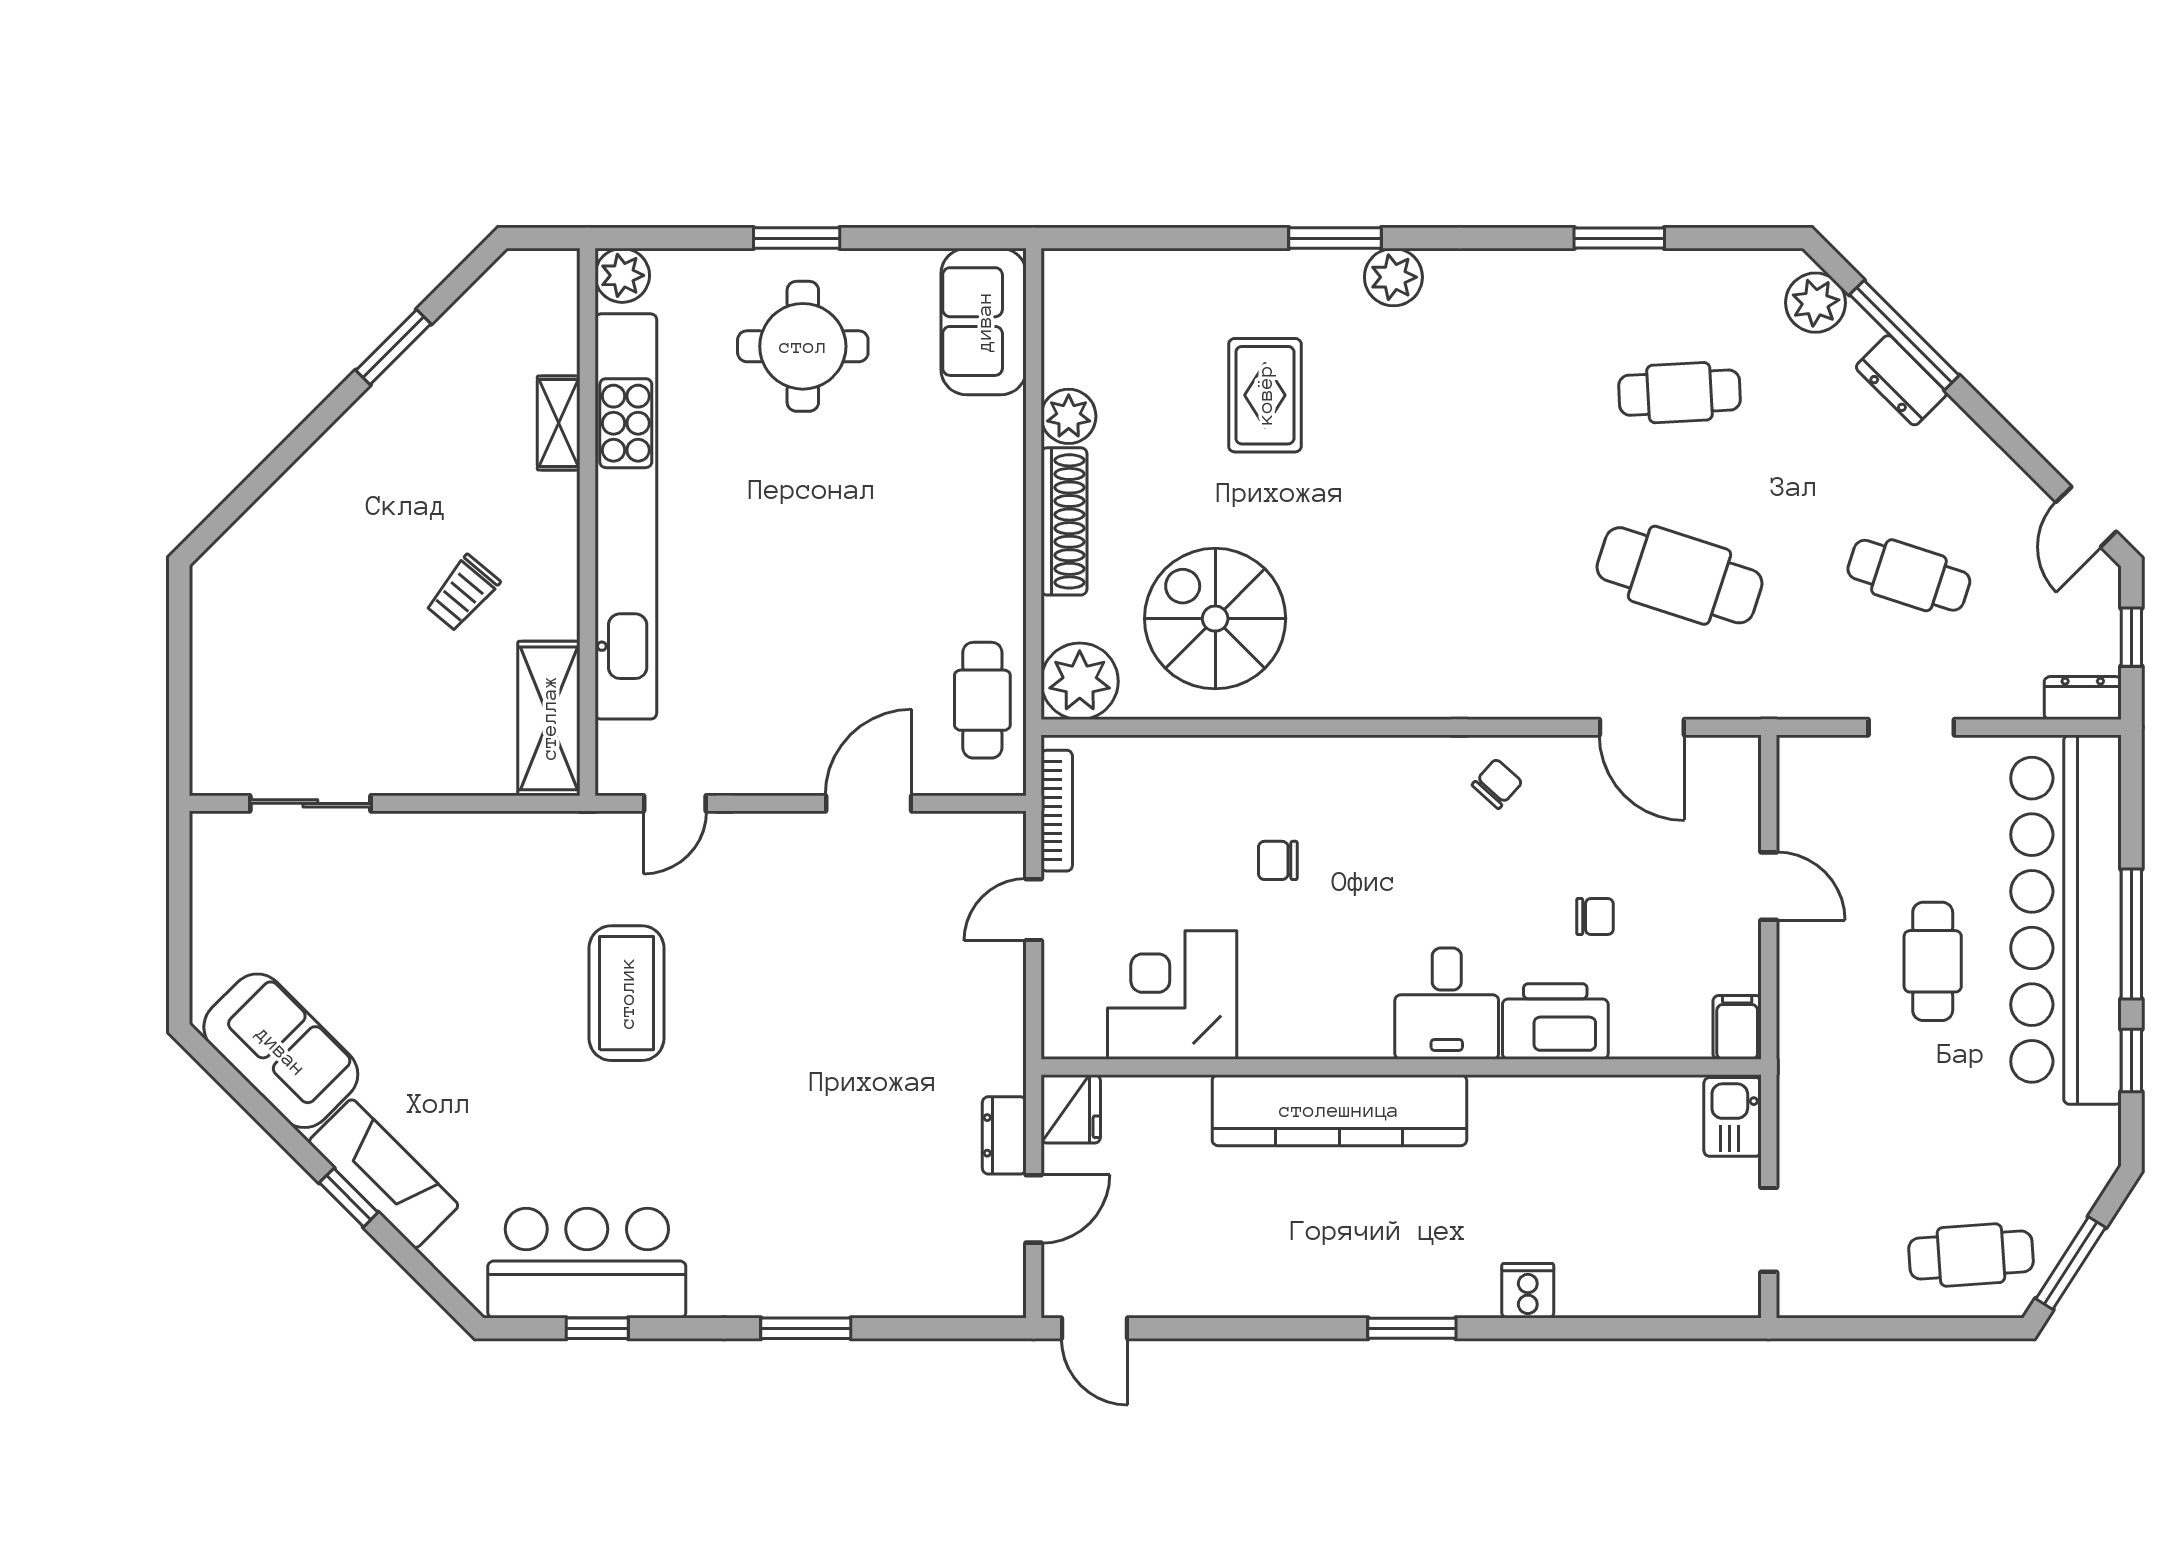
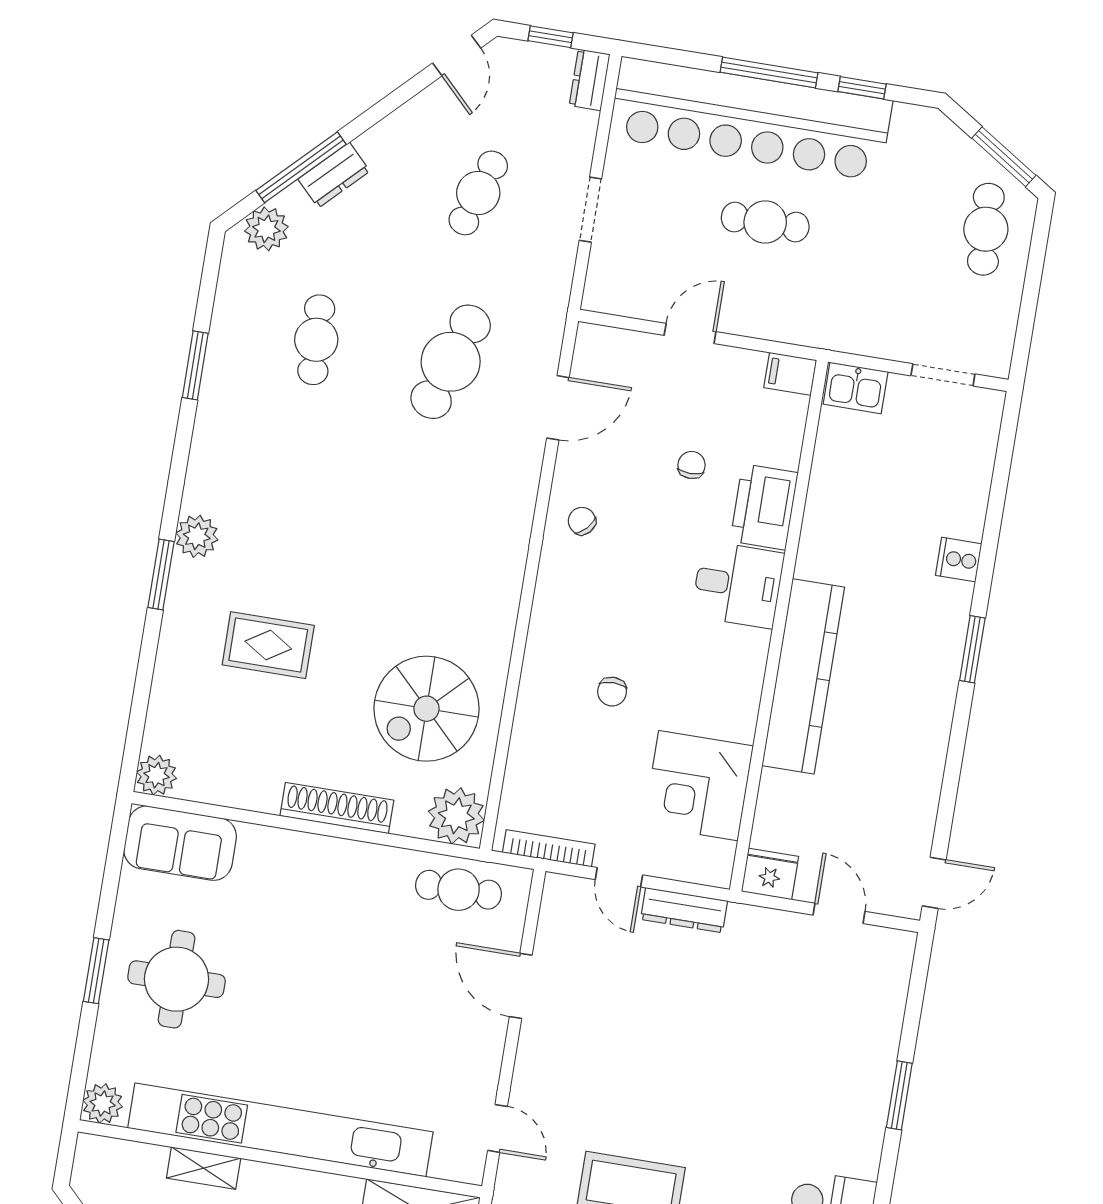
plant: (1069, 416) -> (156, 775), moved
door: (2086, 517) -> (457, 56), hinge flipped
dresser: (1004, 1135) -> (684, 910), moved, width x1.44

